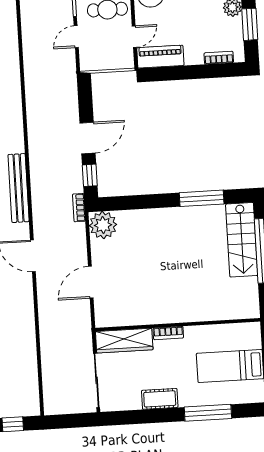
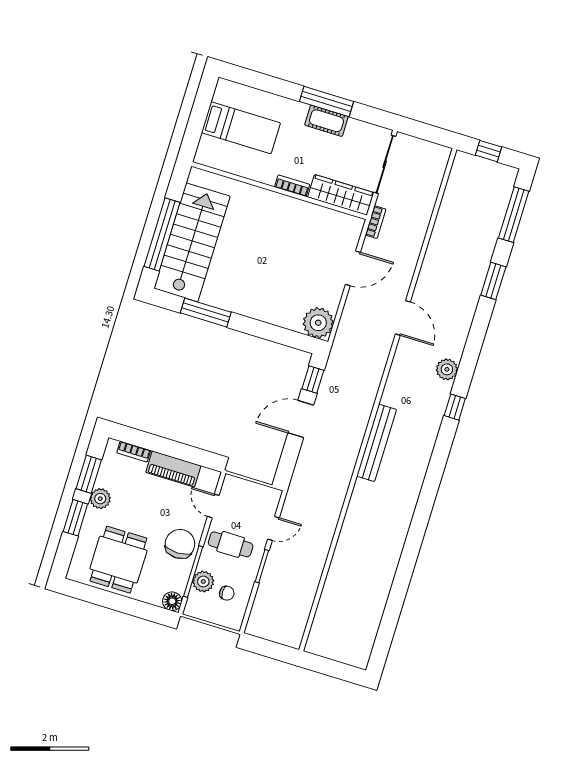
door: (134, 37) -> (213, 506), hinge flipped
piano: (160, 57) -> (173, 469), moved
bench: (19, 188) -> (376, 443), moved
bookcase: (79, 208) -> (376, 222), moved
stairs: (242, 240) -> (192, 242), width x1.36, depth x1.51
window: (208, 413) -> (327, 102), moved

